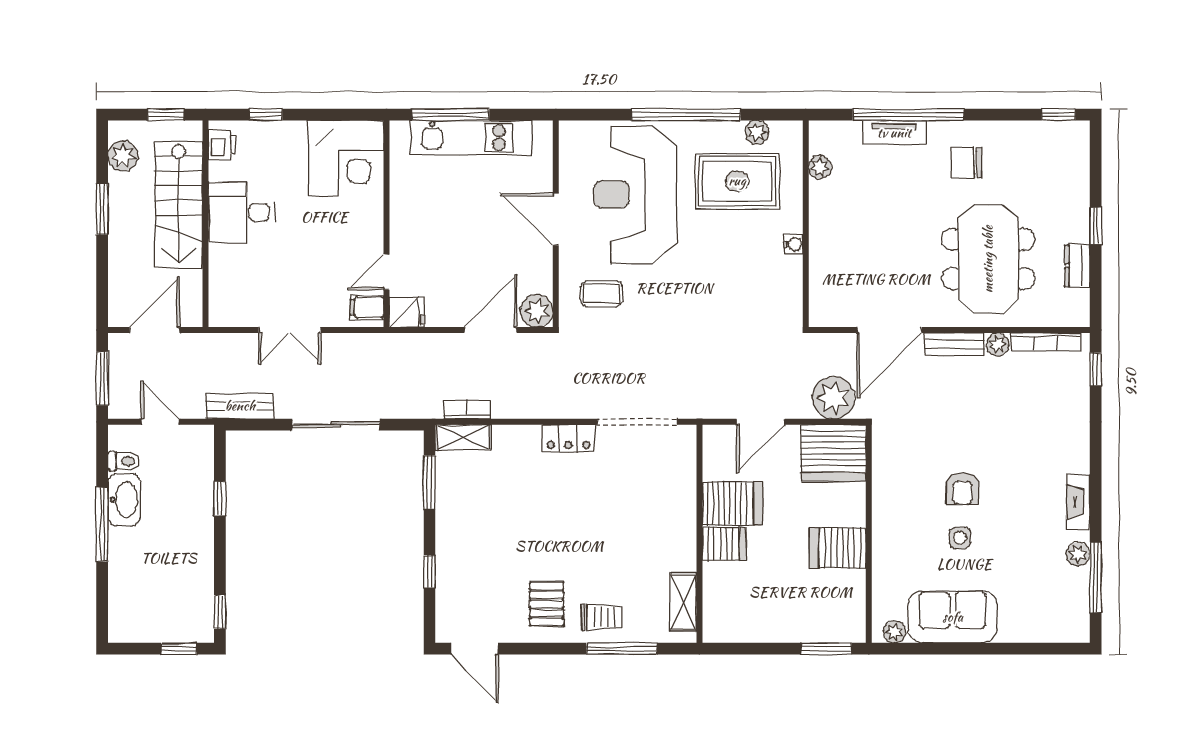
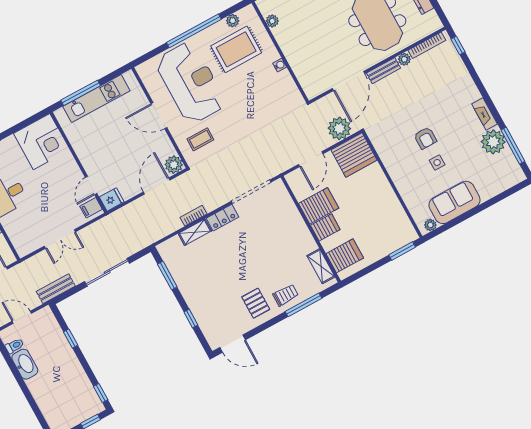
reception desk: (636, 194) -> (191, 83), turned 180
bookcase: (467, 410) -> (193, 216), moved
shelving: (463, 437) -> (195, 232), moved
window: (102, 524) -> (21, 382), removed
server rack: (838, 548) -> (345, 256), moved, turned 180
plant: (1078, 554) -> (493, 142), width x1.87, depth x1.87

